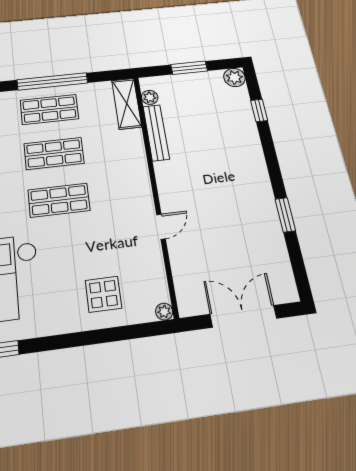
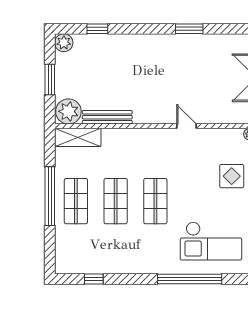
plant: (150, 97) -> (68, 111), width x1.87, depth x1.87

